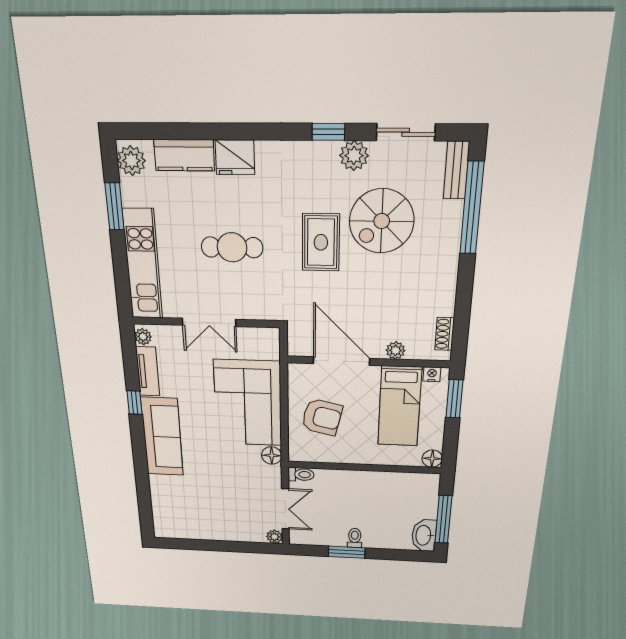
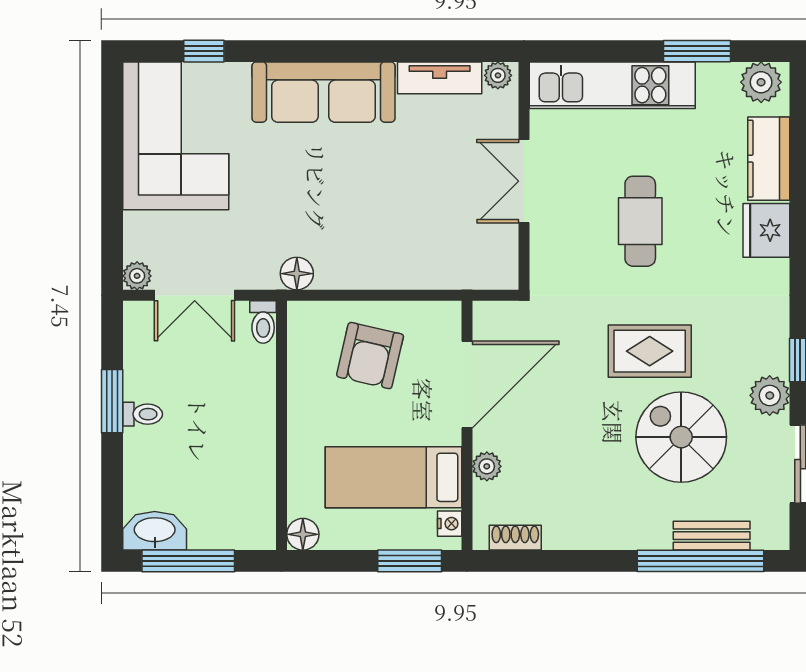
bench: (456, 170) -> (712, 536), moved
window: (134, 403) -> (204, 51), moved
corner sofa: (248, 403) -> (176, 136), moved, turned 90

